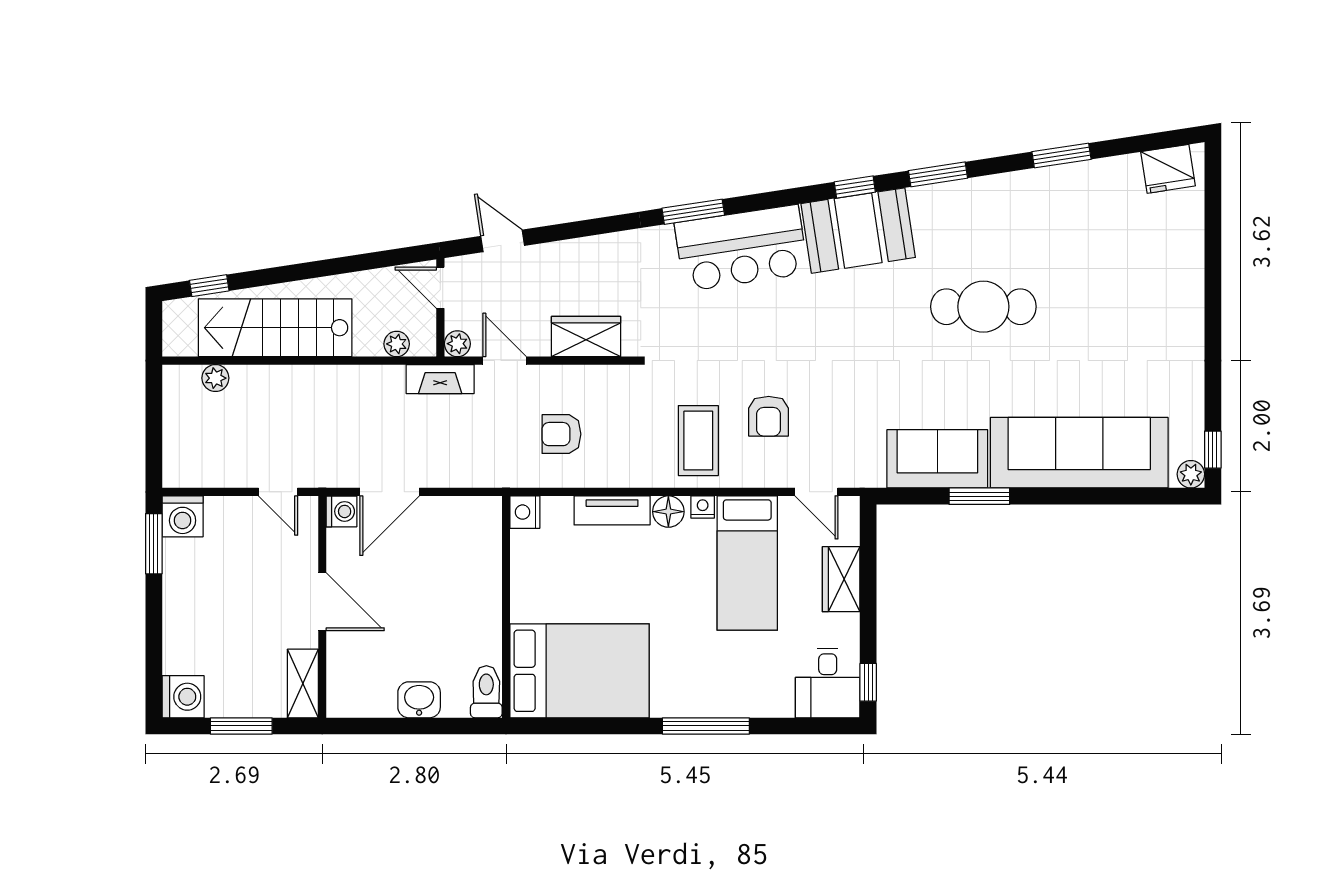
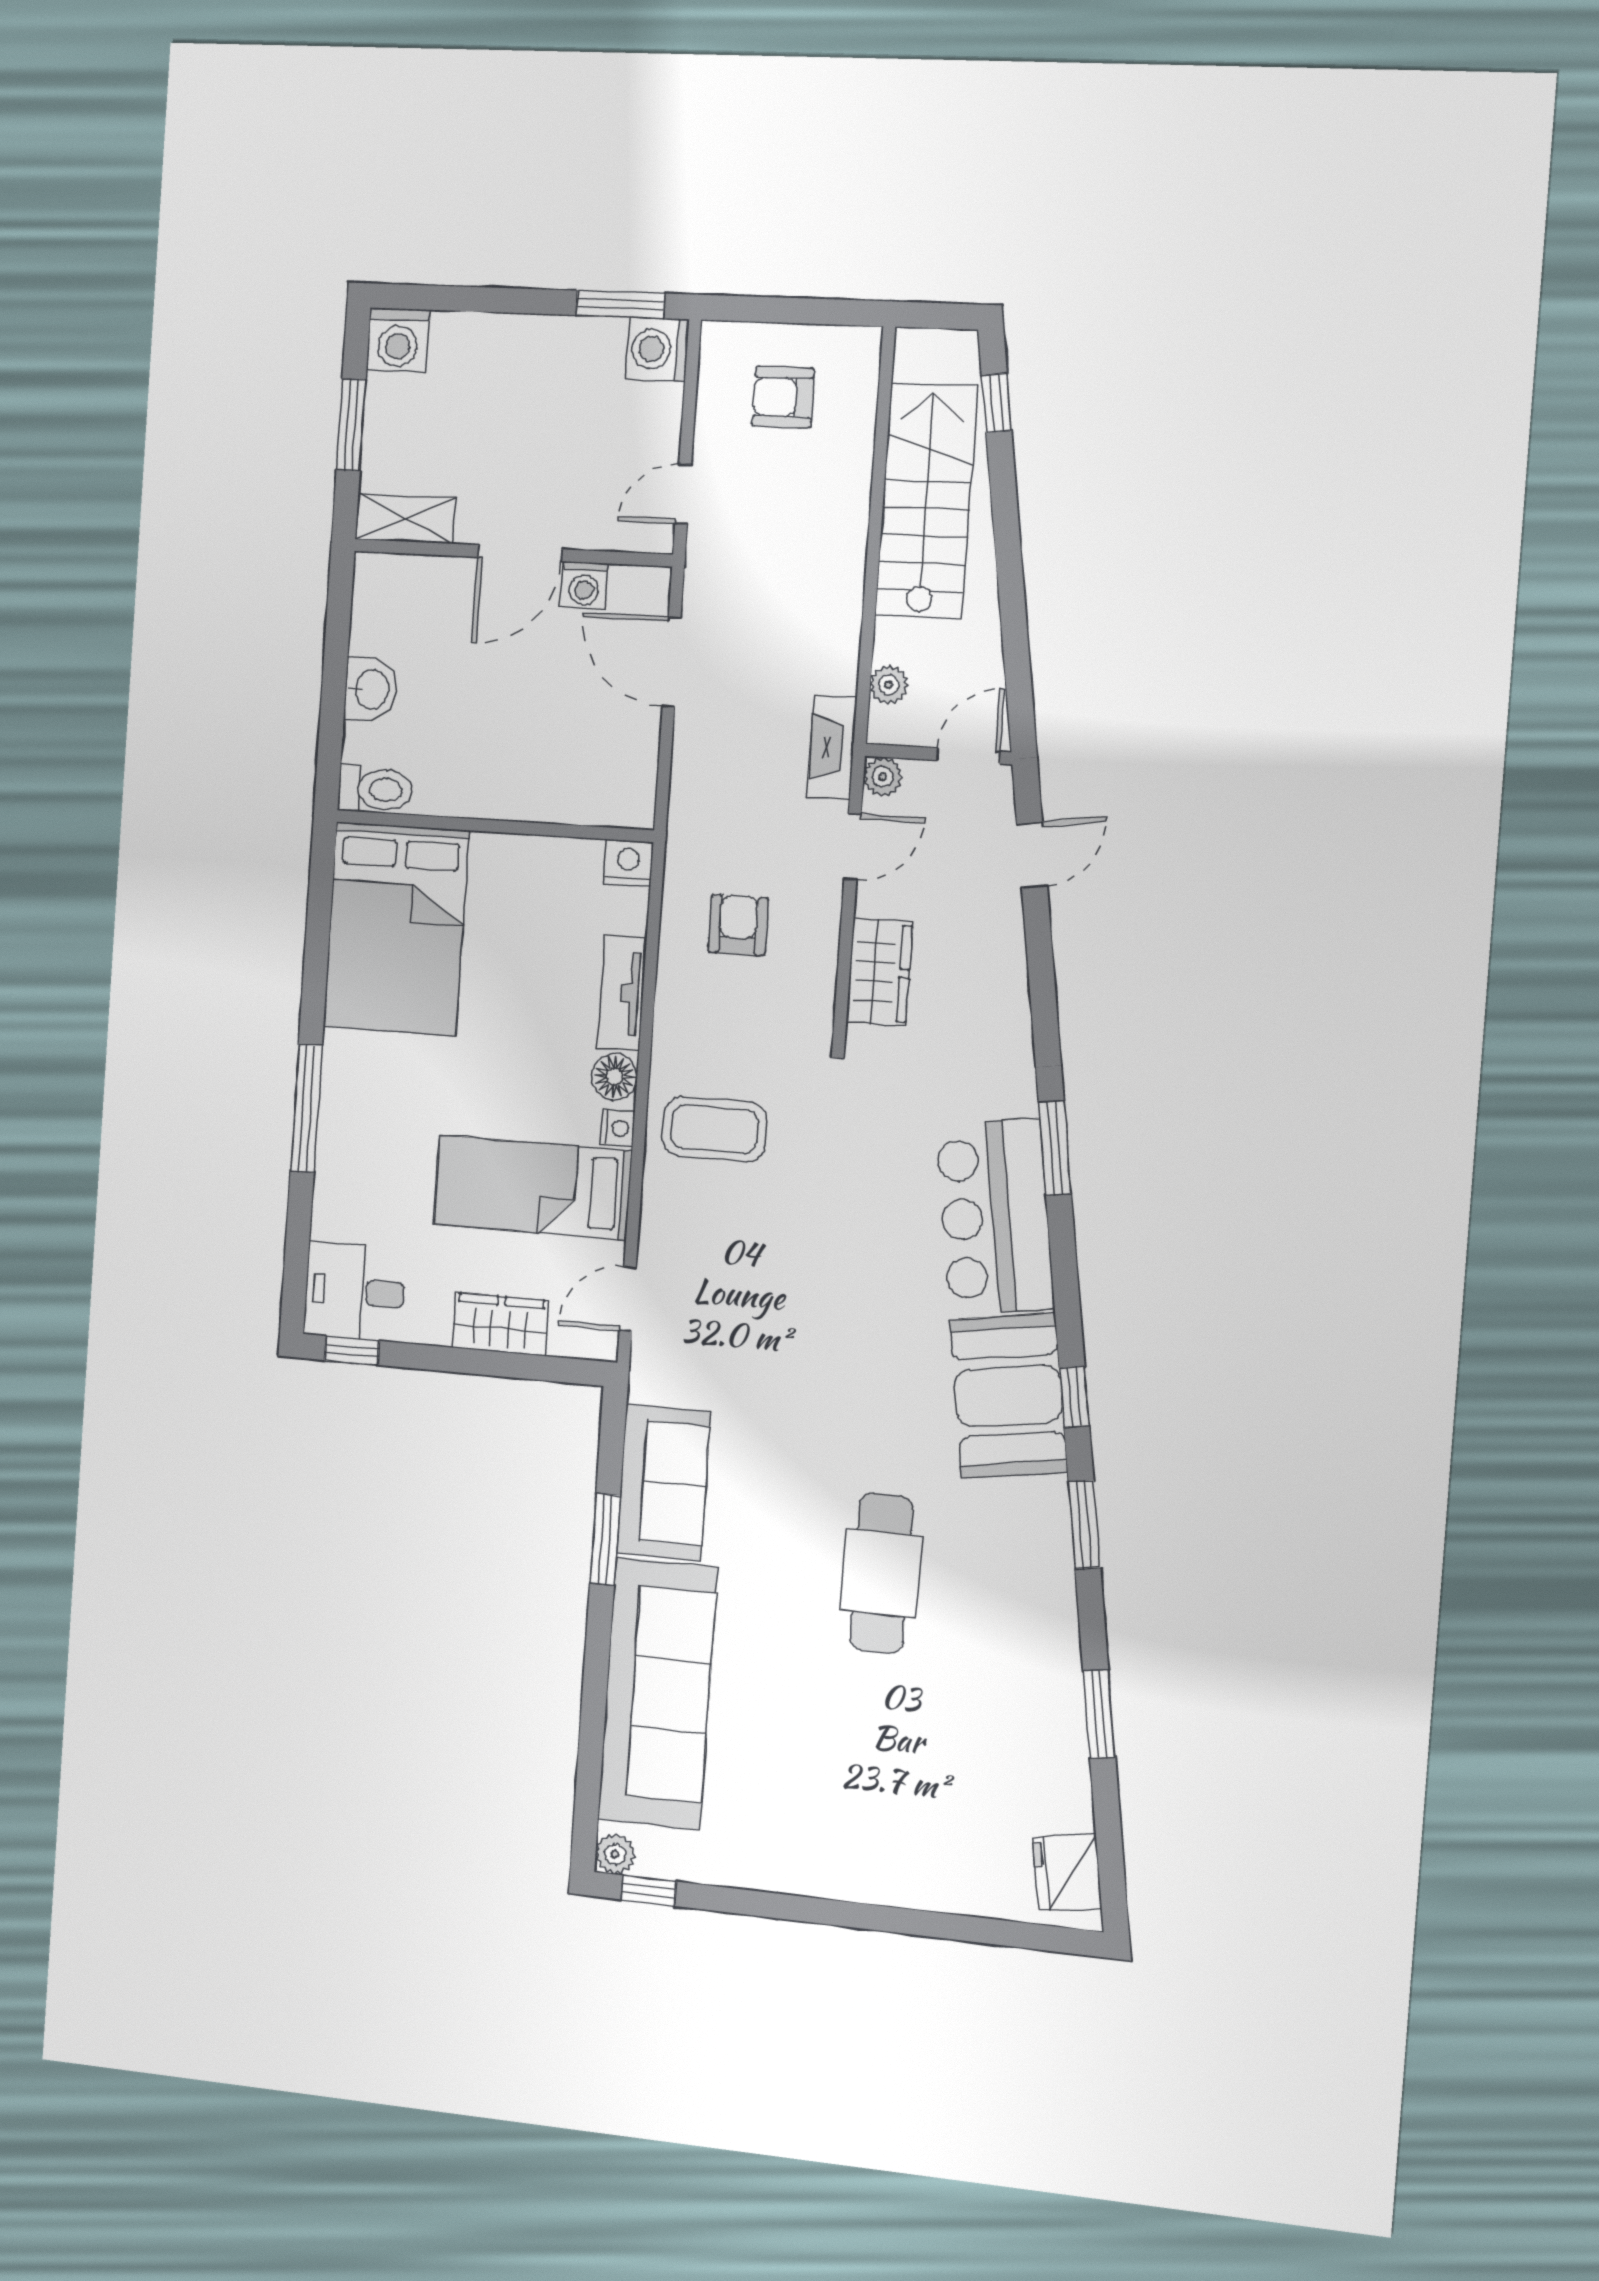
plant: (215, 378) -> (858, 407), removed
armchair: (769, 416) -> (783, 397), moved
washing machine: (341, 511) -> (584, 585), moved

